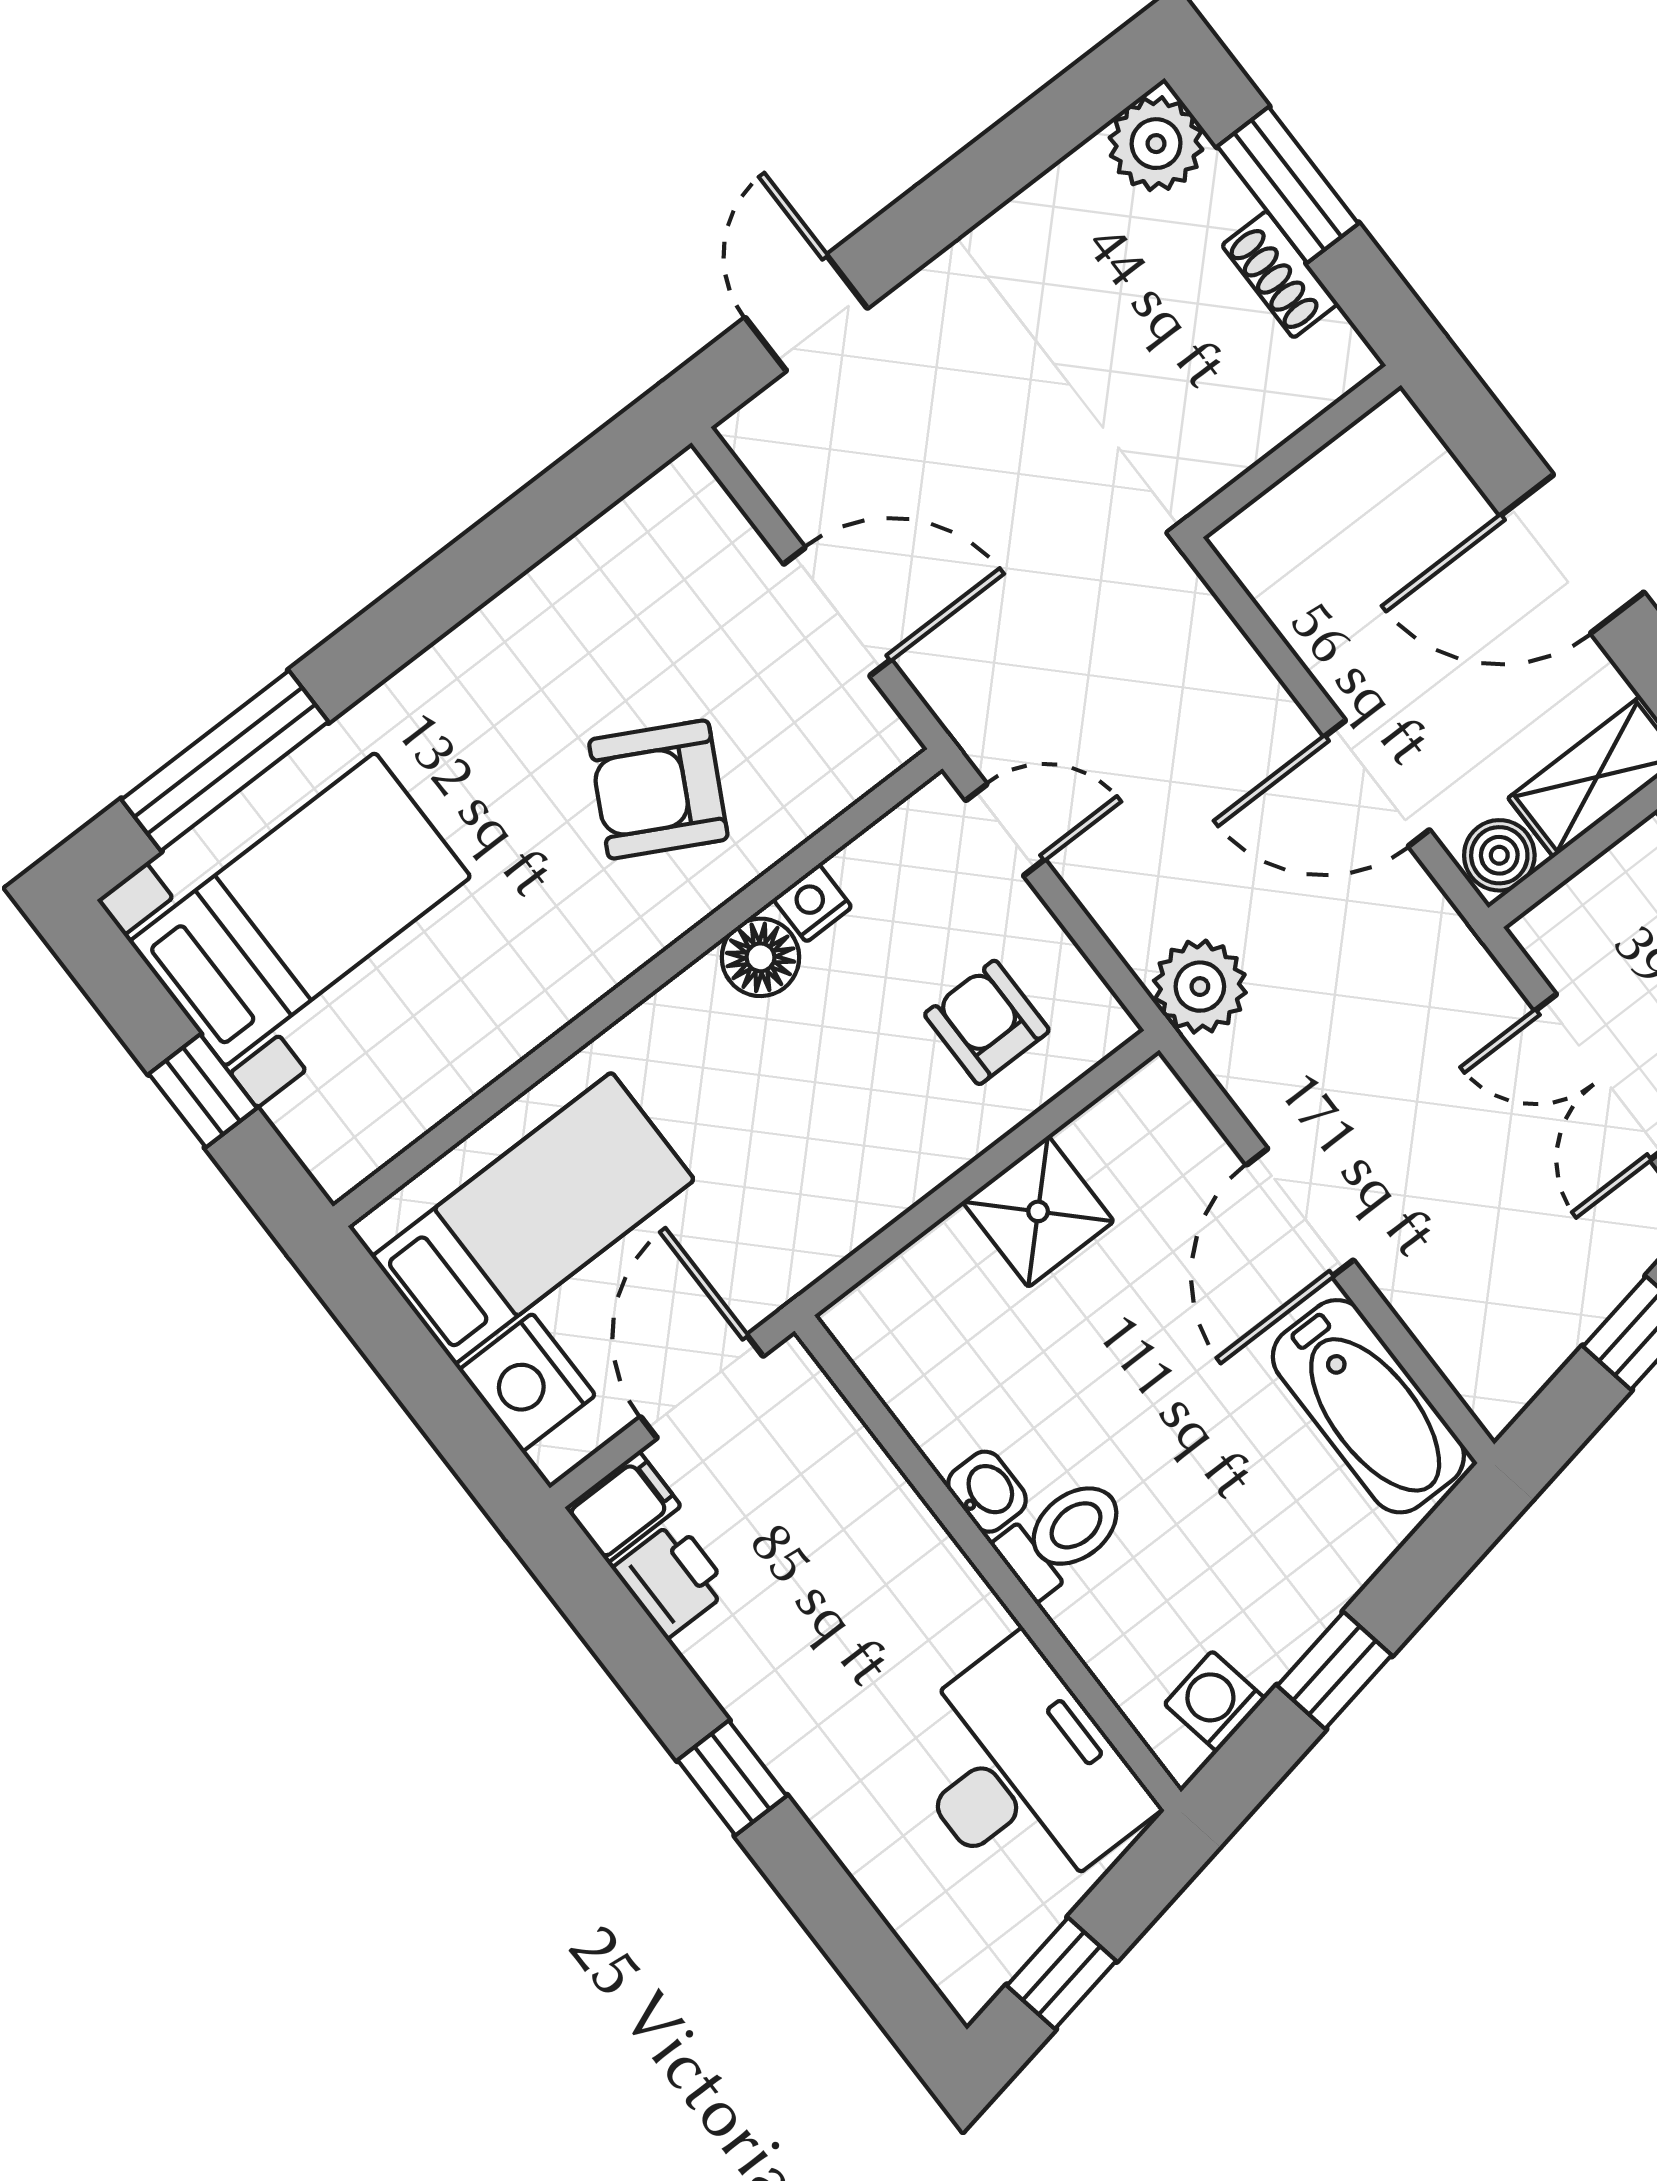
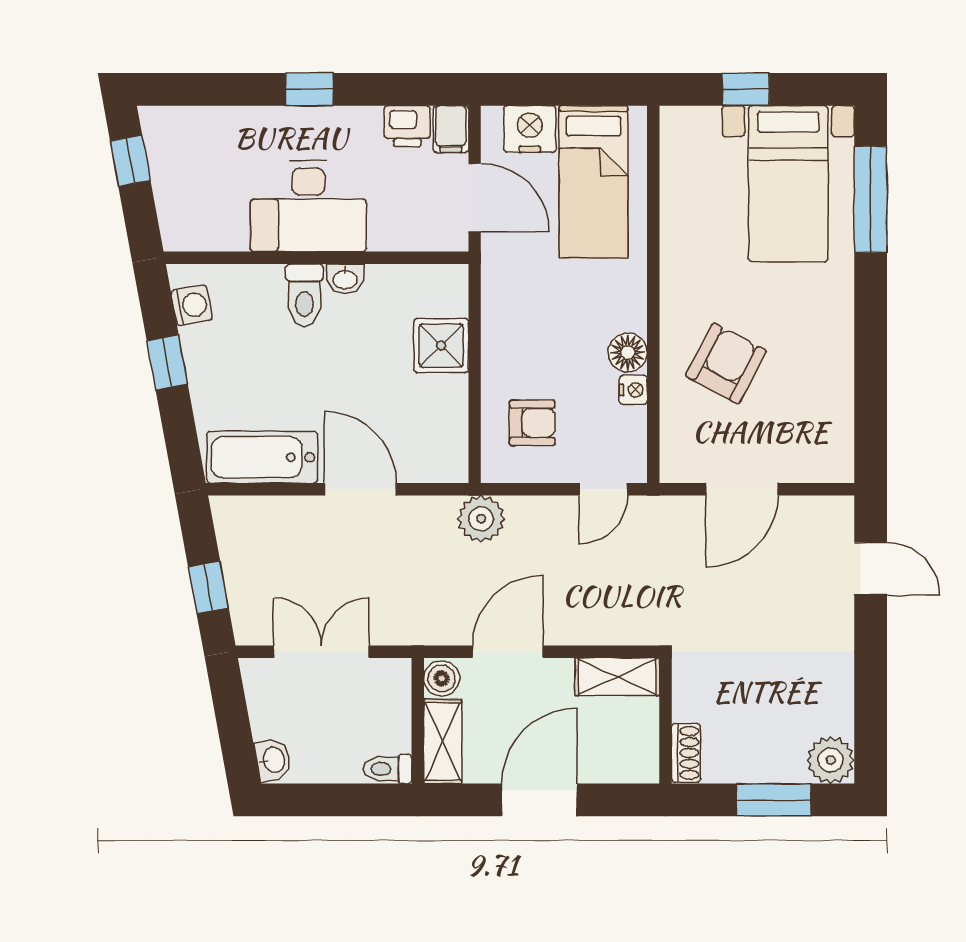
shoe rack: (1280, 274) -> (686, 753), moved, turned 90
shelving: (1284, 581) -> (617, 677), added
shower: (1038, 1211) -> (441, 346), moved
desk: (1021, 1773) -> (308, 206), moved

